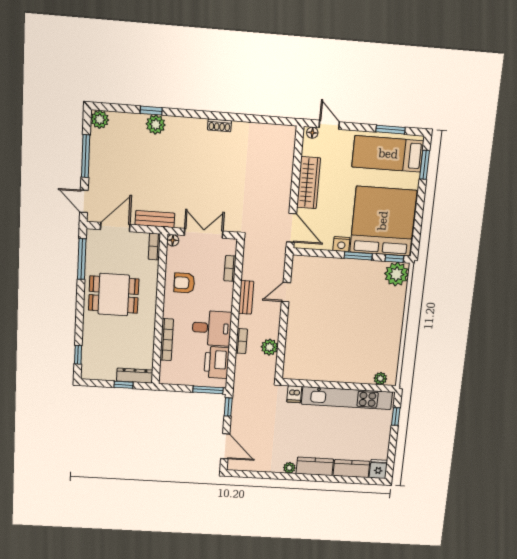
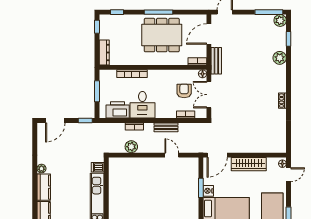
window: (151, 111) -> (288, 39), moved
window: (86, 156) -> (269, 12), moved
door: (115, 227) -> (209, 34), swing flipped
double door: (204, 233) -> (209, 95), swing flipped
window: (358, 256) -> (201, 188), moved
window: (82, 259) -> (158, 12), moved
armchair: (184, 283) -> (184, 91), moved
dining table: (114, 295) -> (162, 35), width x1.38
window: (124, 385) -> (97, 27), moved
window: (208, 390) -> (97, 91), moved

